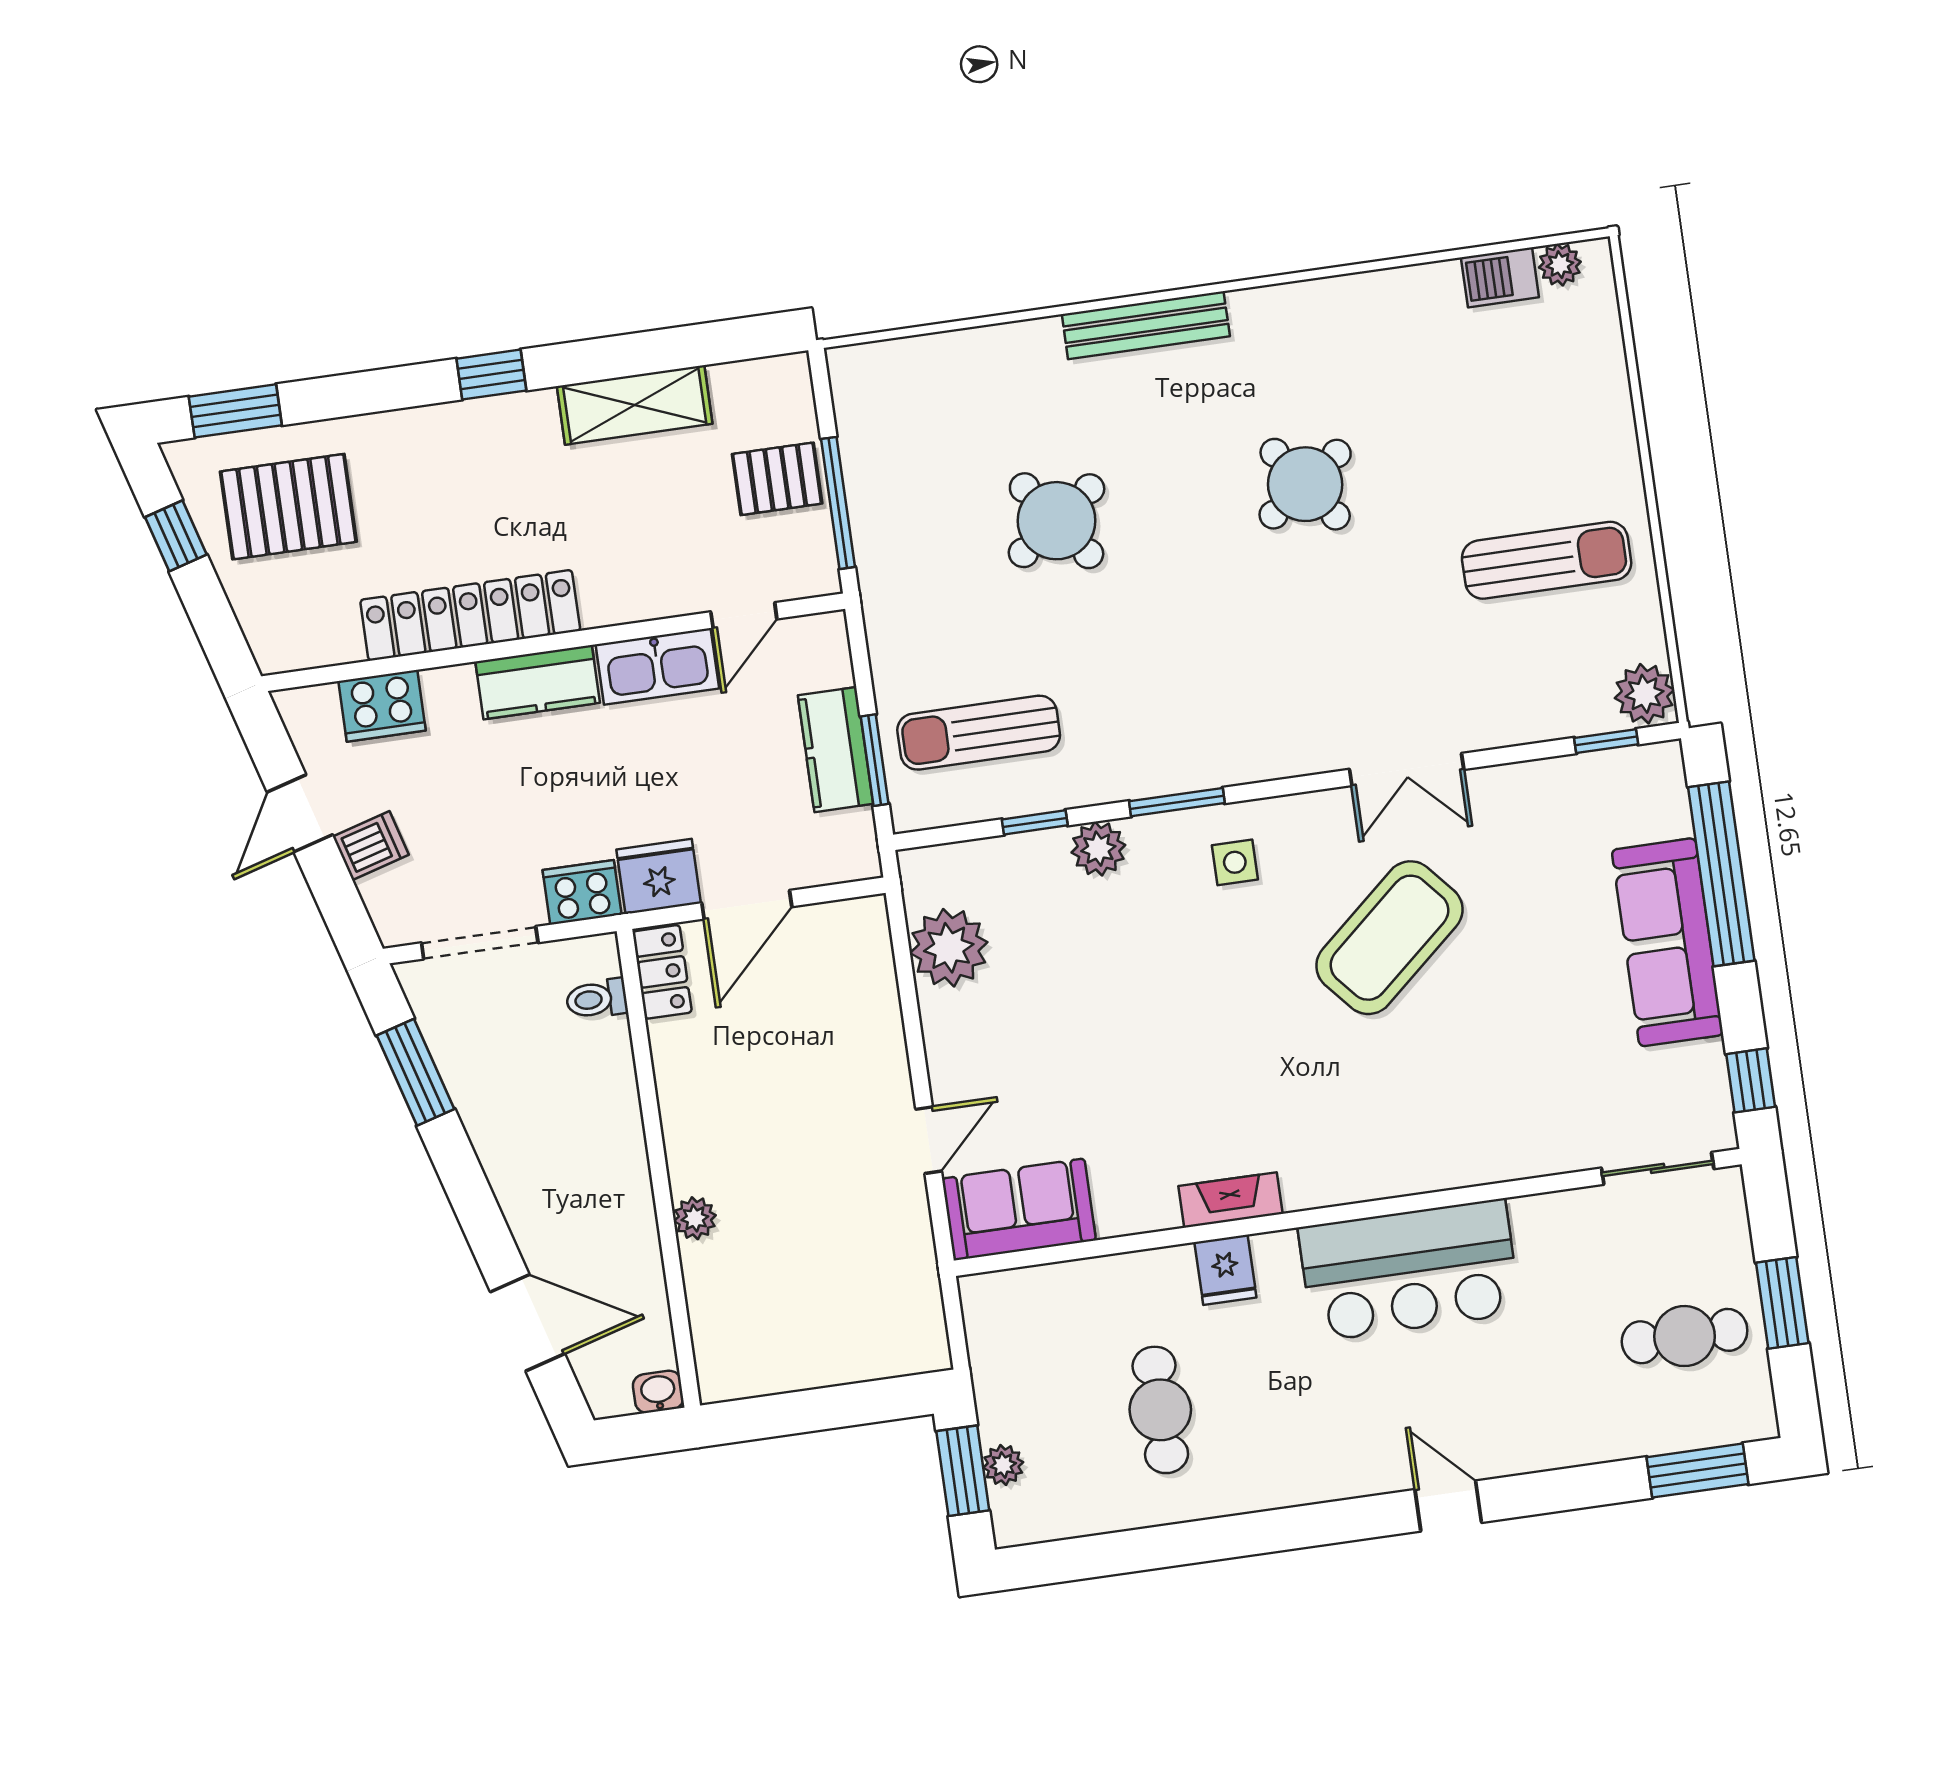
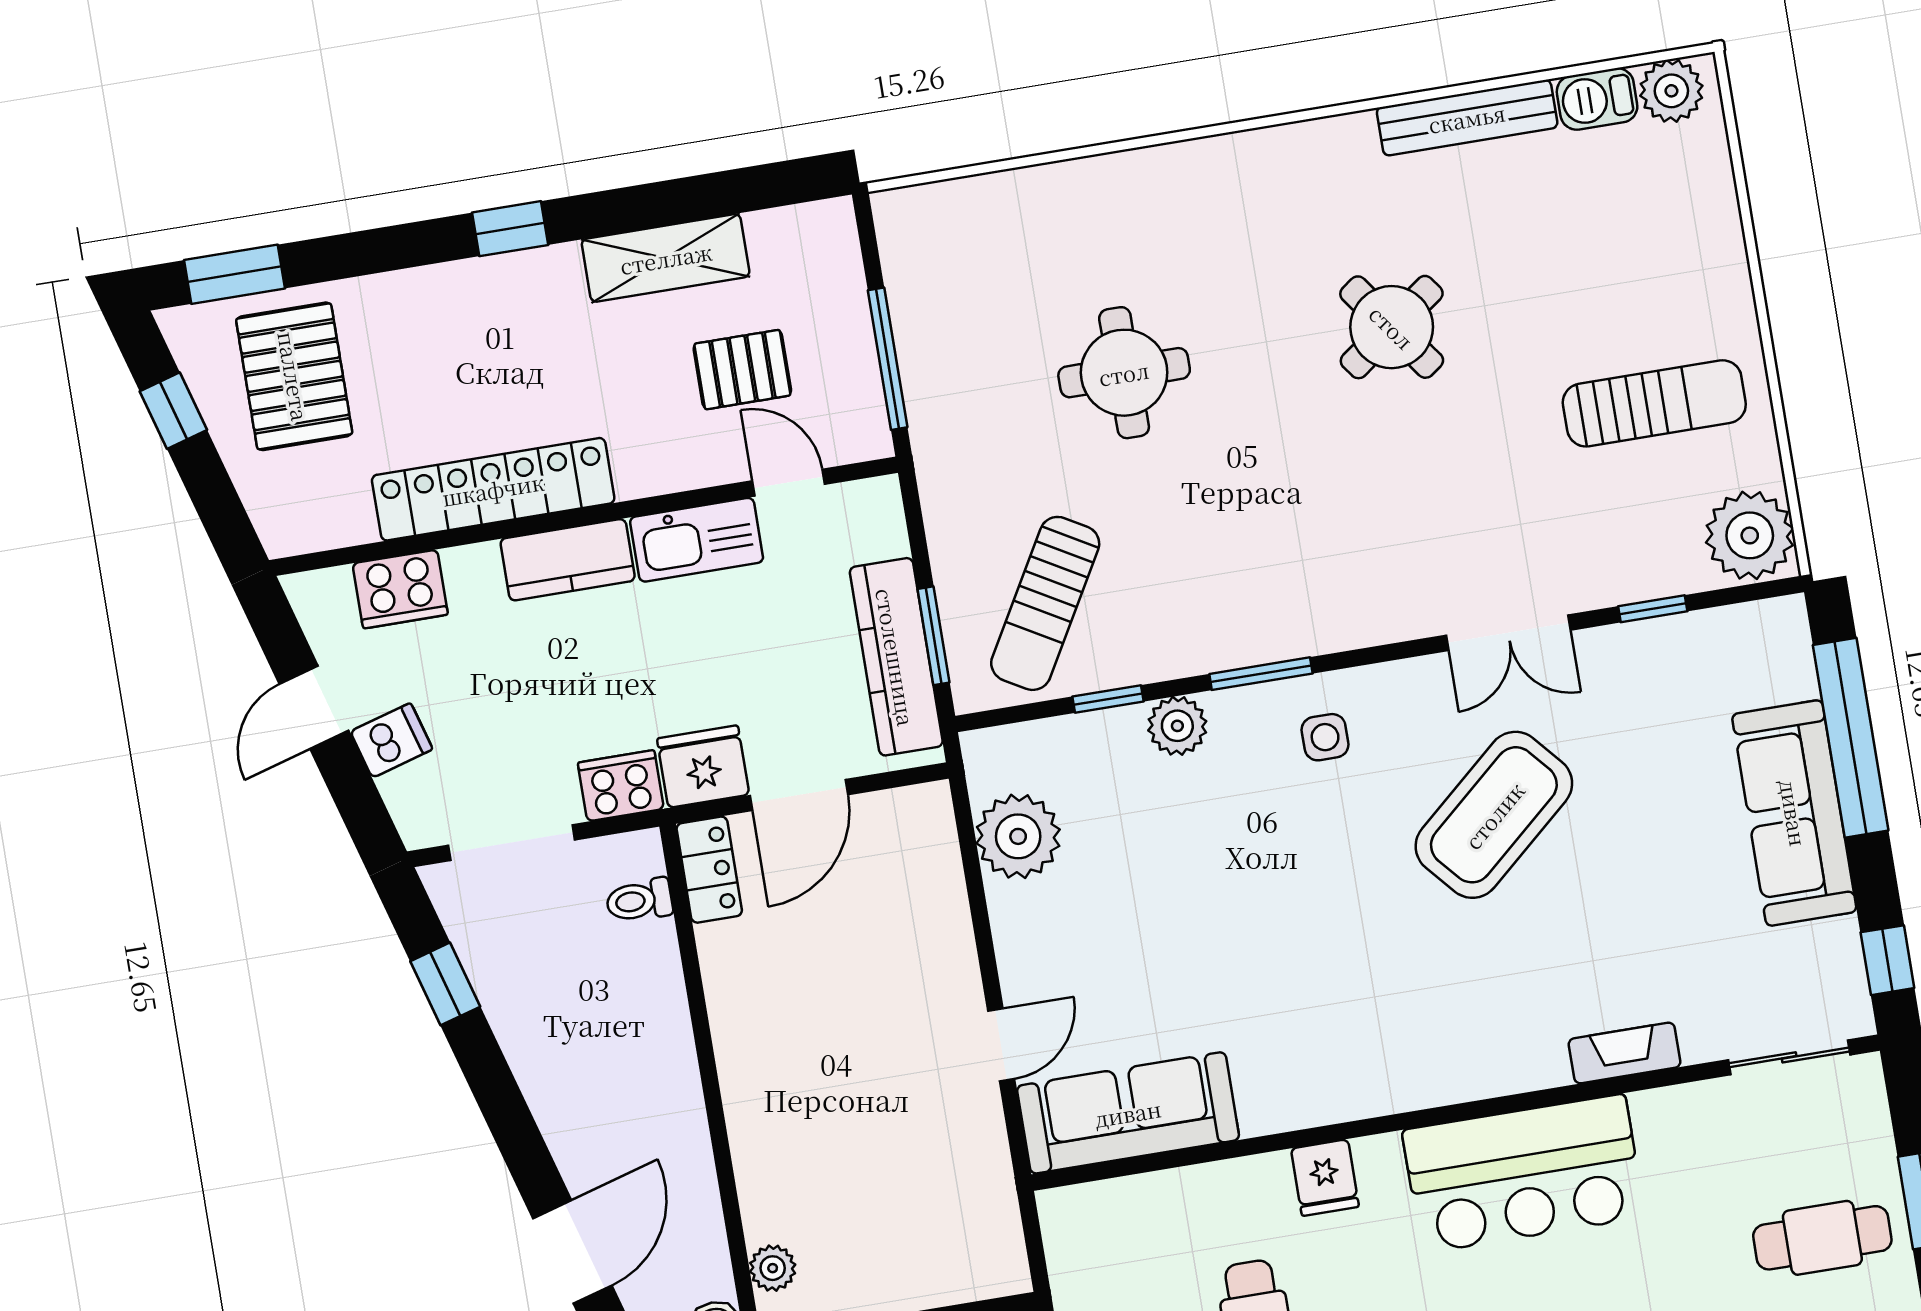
plant: (1560, 265) -> (1671, 91), width x1.38, depth x1.38
bench: (1146, 325) -> (1467, 118), moved
pallet: (777, 479) -> (742, 370), moved
pallet: (288, 507) -> (294, 376), turned 90
round table: (1057, 521) -> (1124, 373), turned 36
door: (744, 615) -> (789, 483), swing flipped
plant: (1644, 694) -> (1750, 535), width x1.36, depth x1.36
sun lounger: (979, 733) -> (1045, 603), turned -60
window: (1606, 741) -> (1653, 609), moved
kitchen counter: (835, 750) -> (896, 657), width x1.50
window: (415, 1072) -> (445, 984), width x0.67
fireplace: (1231, 1200) -> (1625, 1053), moved
sofa: (1019, 1209) -> (1128, 1113), width x1.36
plant: (695, 1218) -> (773, 1268), moved
door: (527, 1323) -> (572, 1252), hinge flipped

